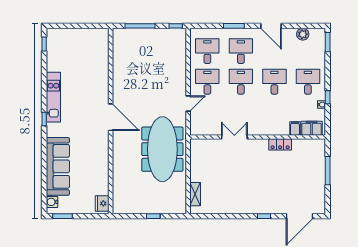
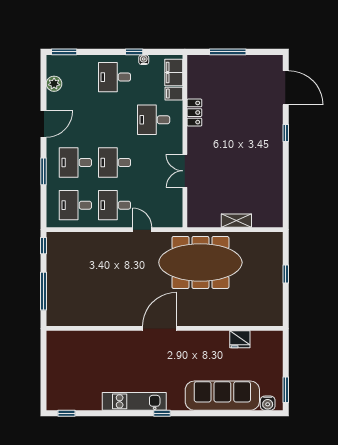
desk: (274, 82) -> (154, 120), moved
shelving: (195, 194) -> (236, 221), moved
fridge: (102, 203) -> (240, 339), moved

